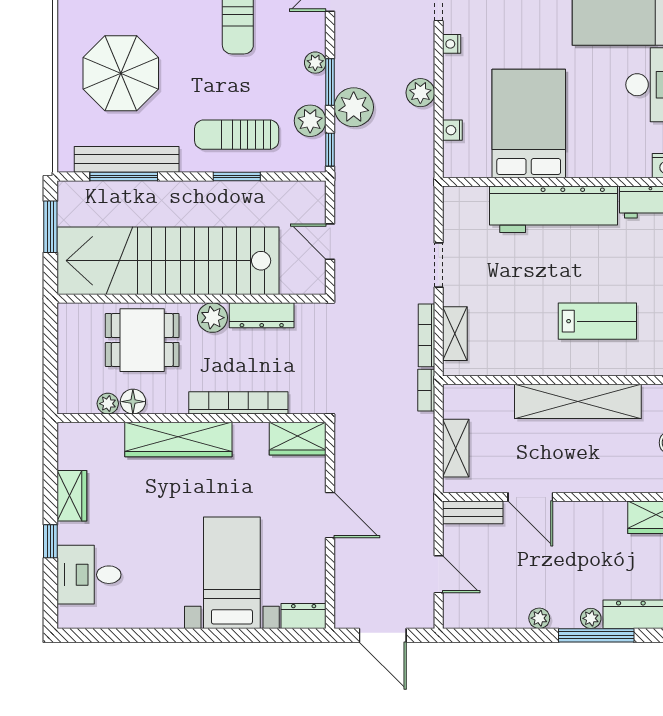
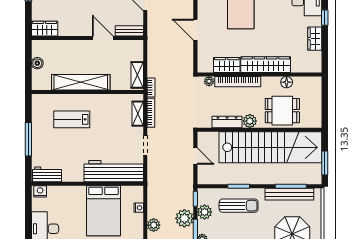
workbench: (554, 209) -> (114, 171), moved
plant: (108, 404) -> (209, 81), moved
wardrobe: (298, 439) -> (227, 65), moved
shelving: (456, 448) -> (137, 75), moved

